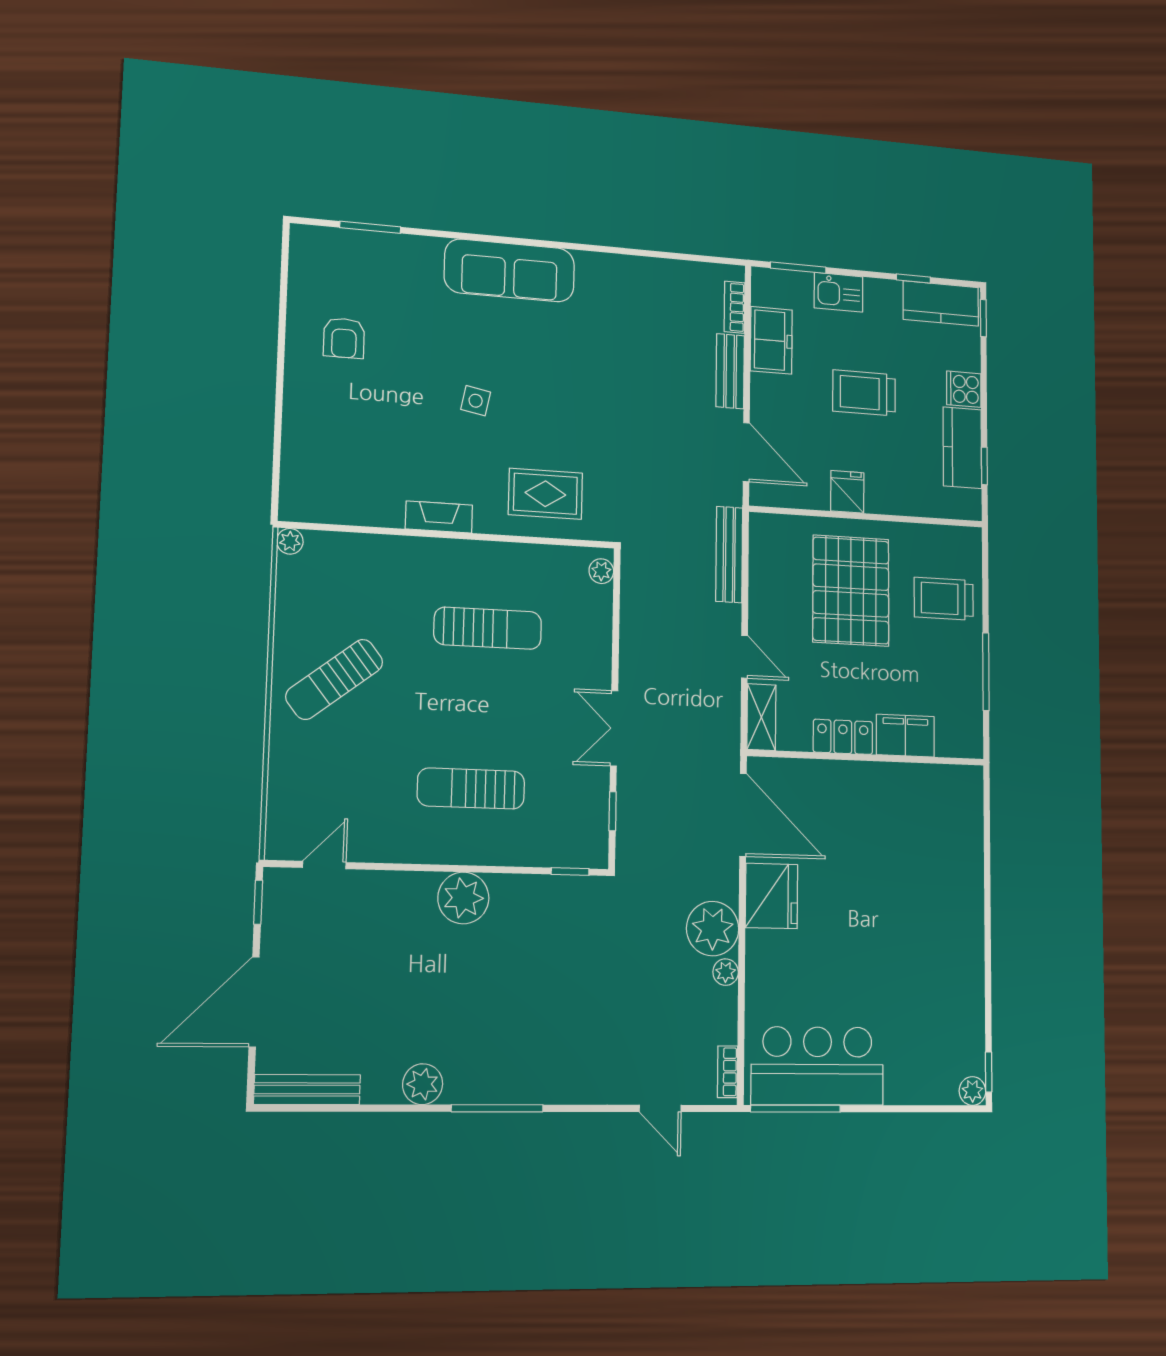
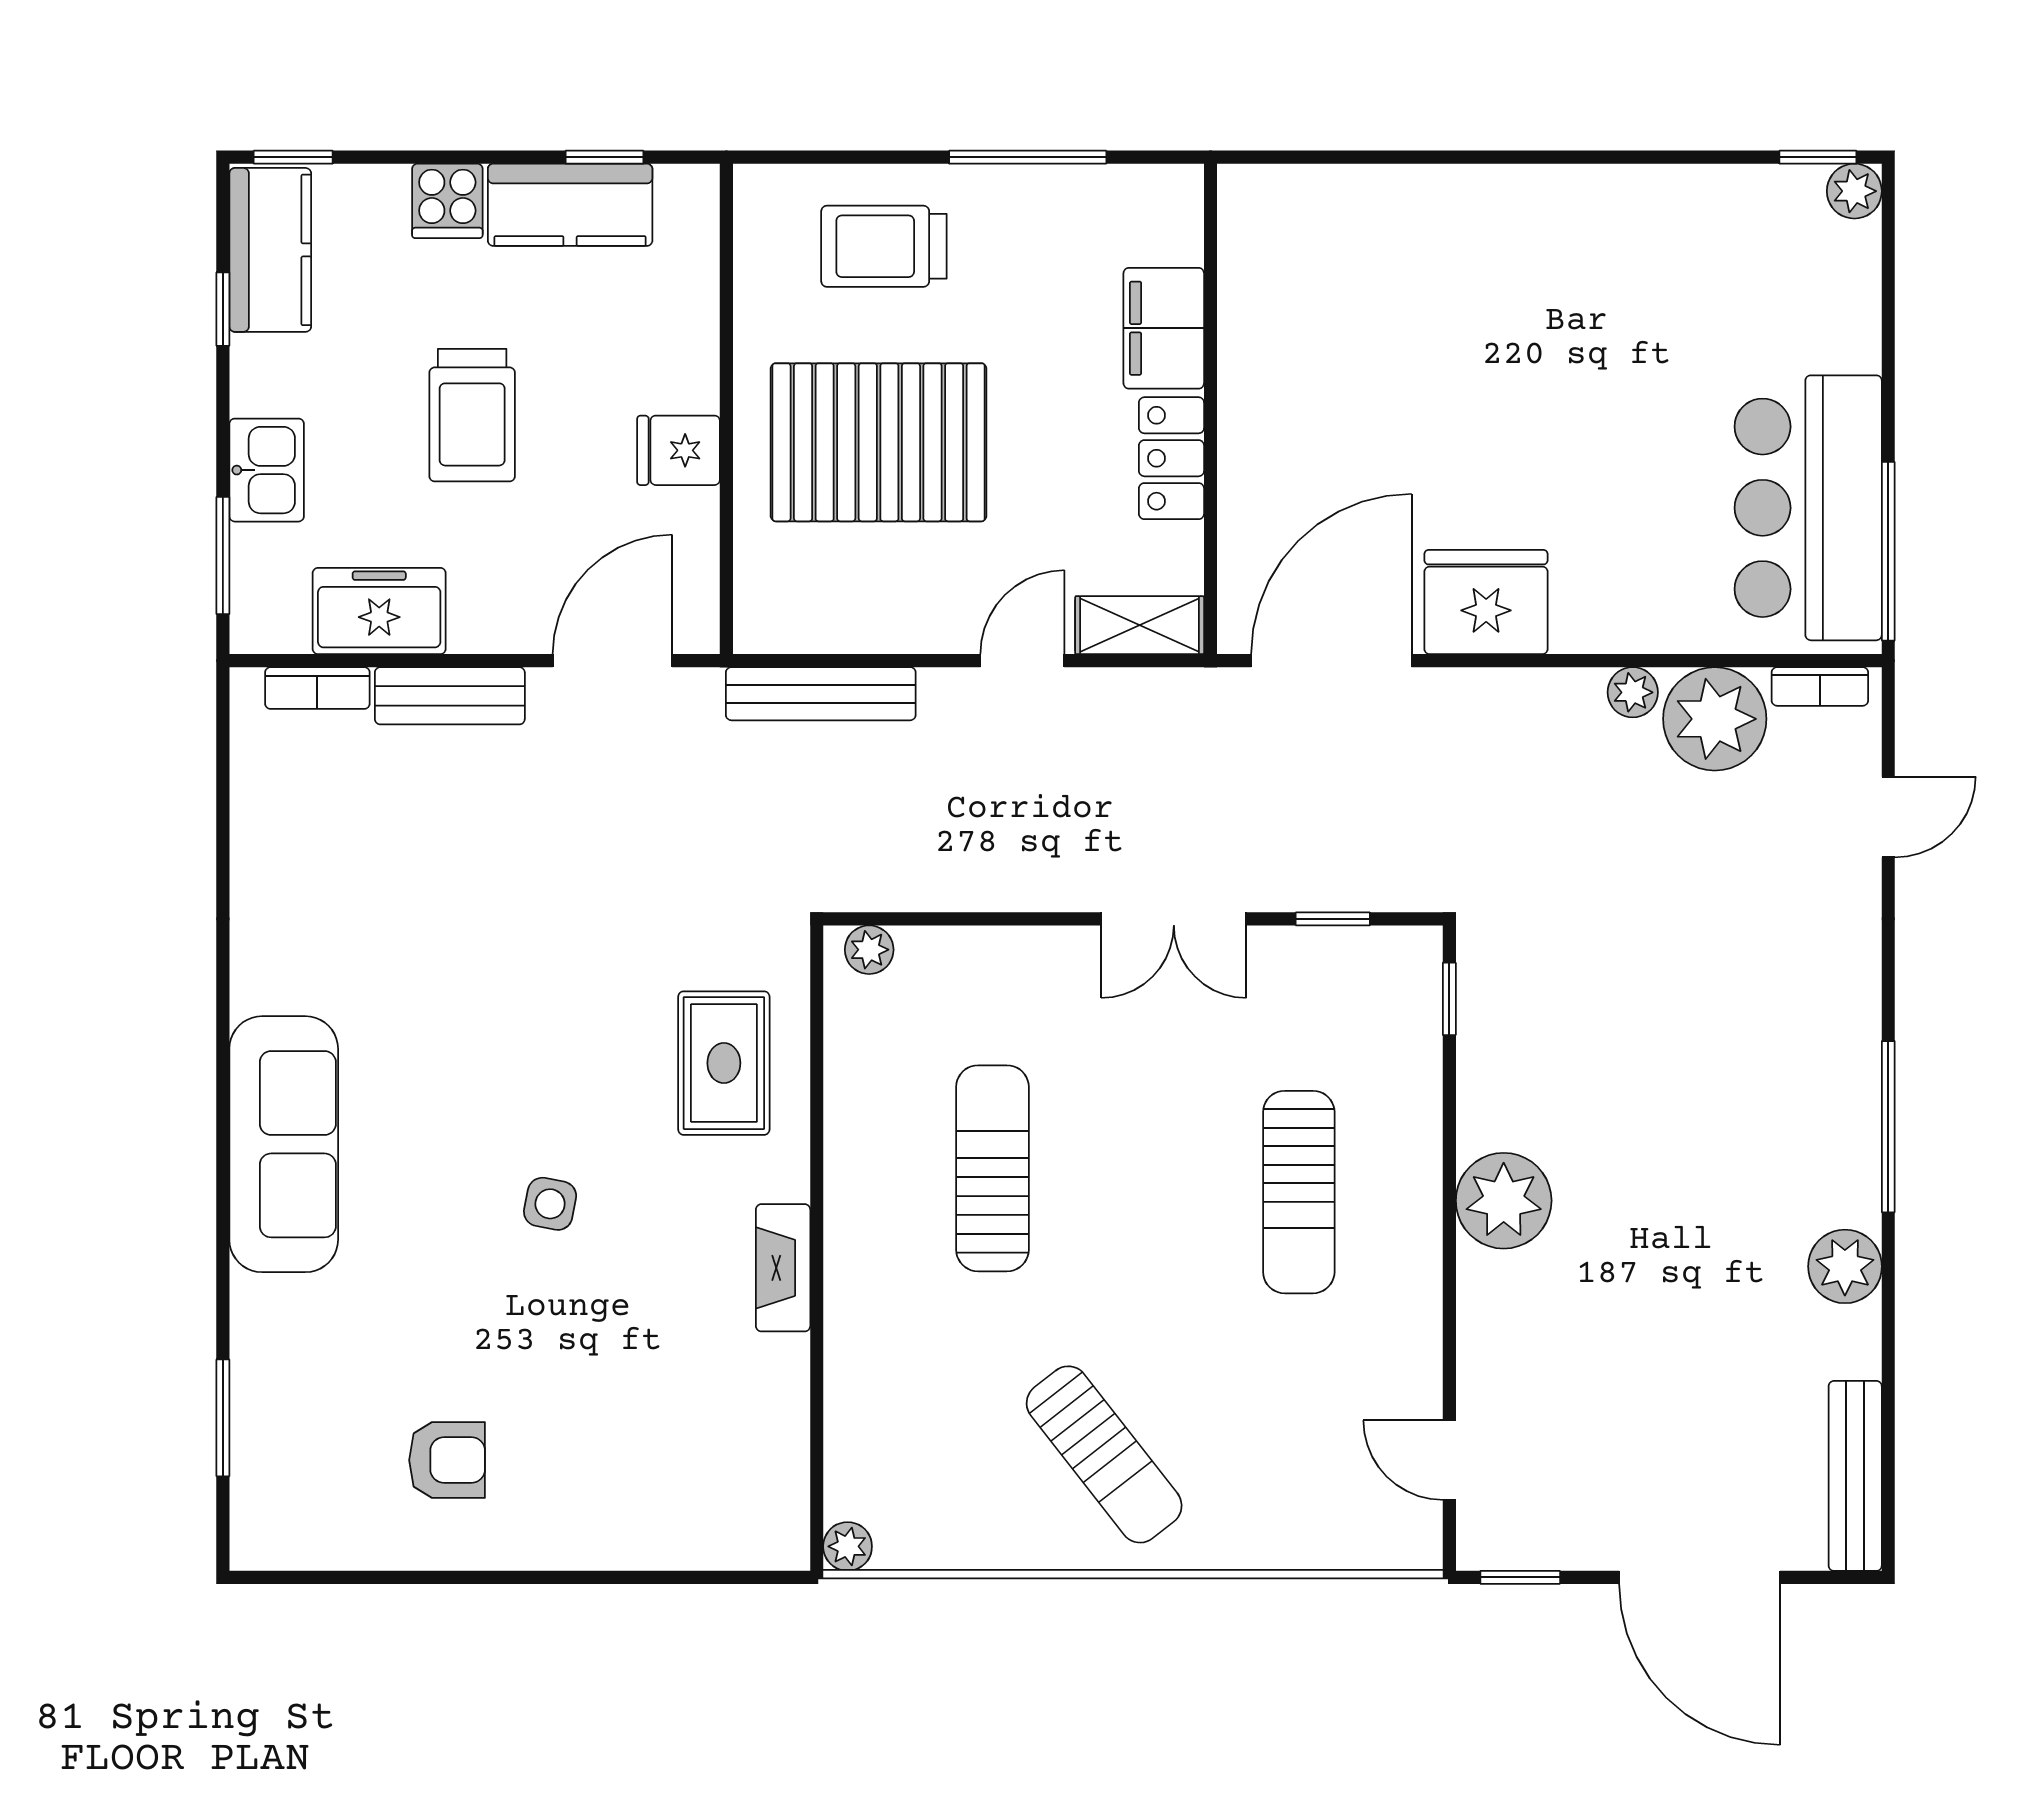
trolley: (944, 599) -> (884, 246), turned 90
plant: (713, 929) -> (1715, 719), moved

